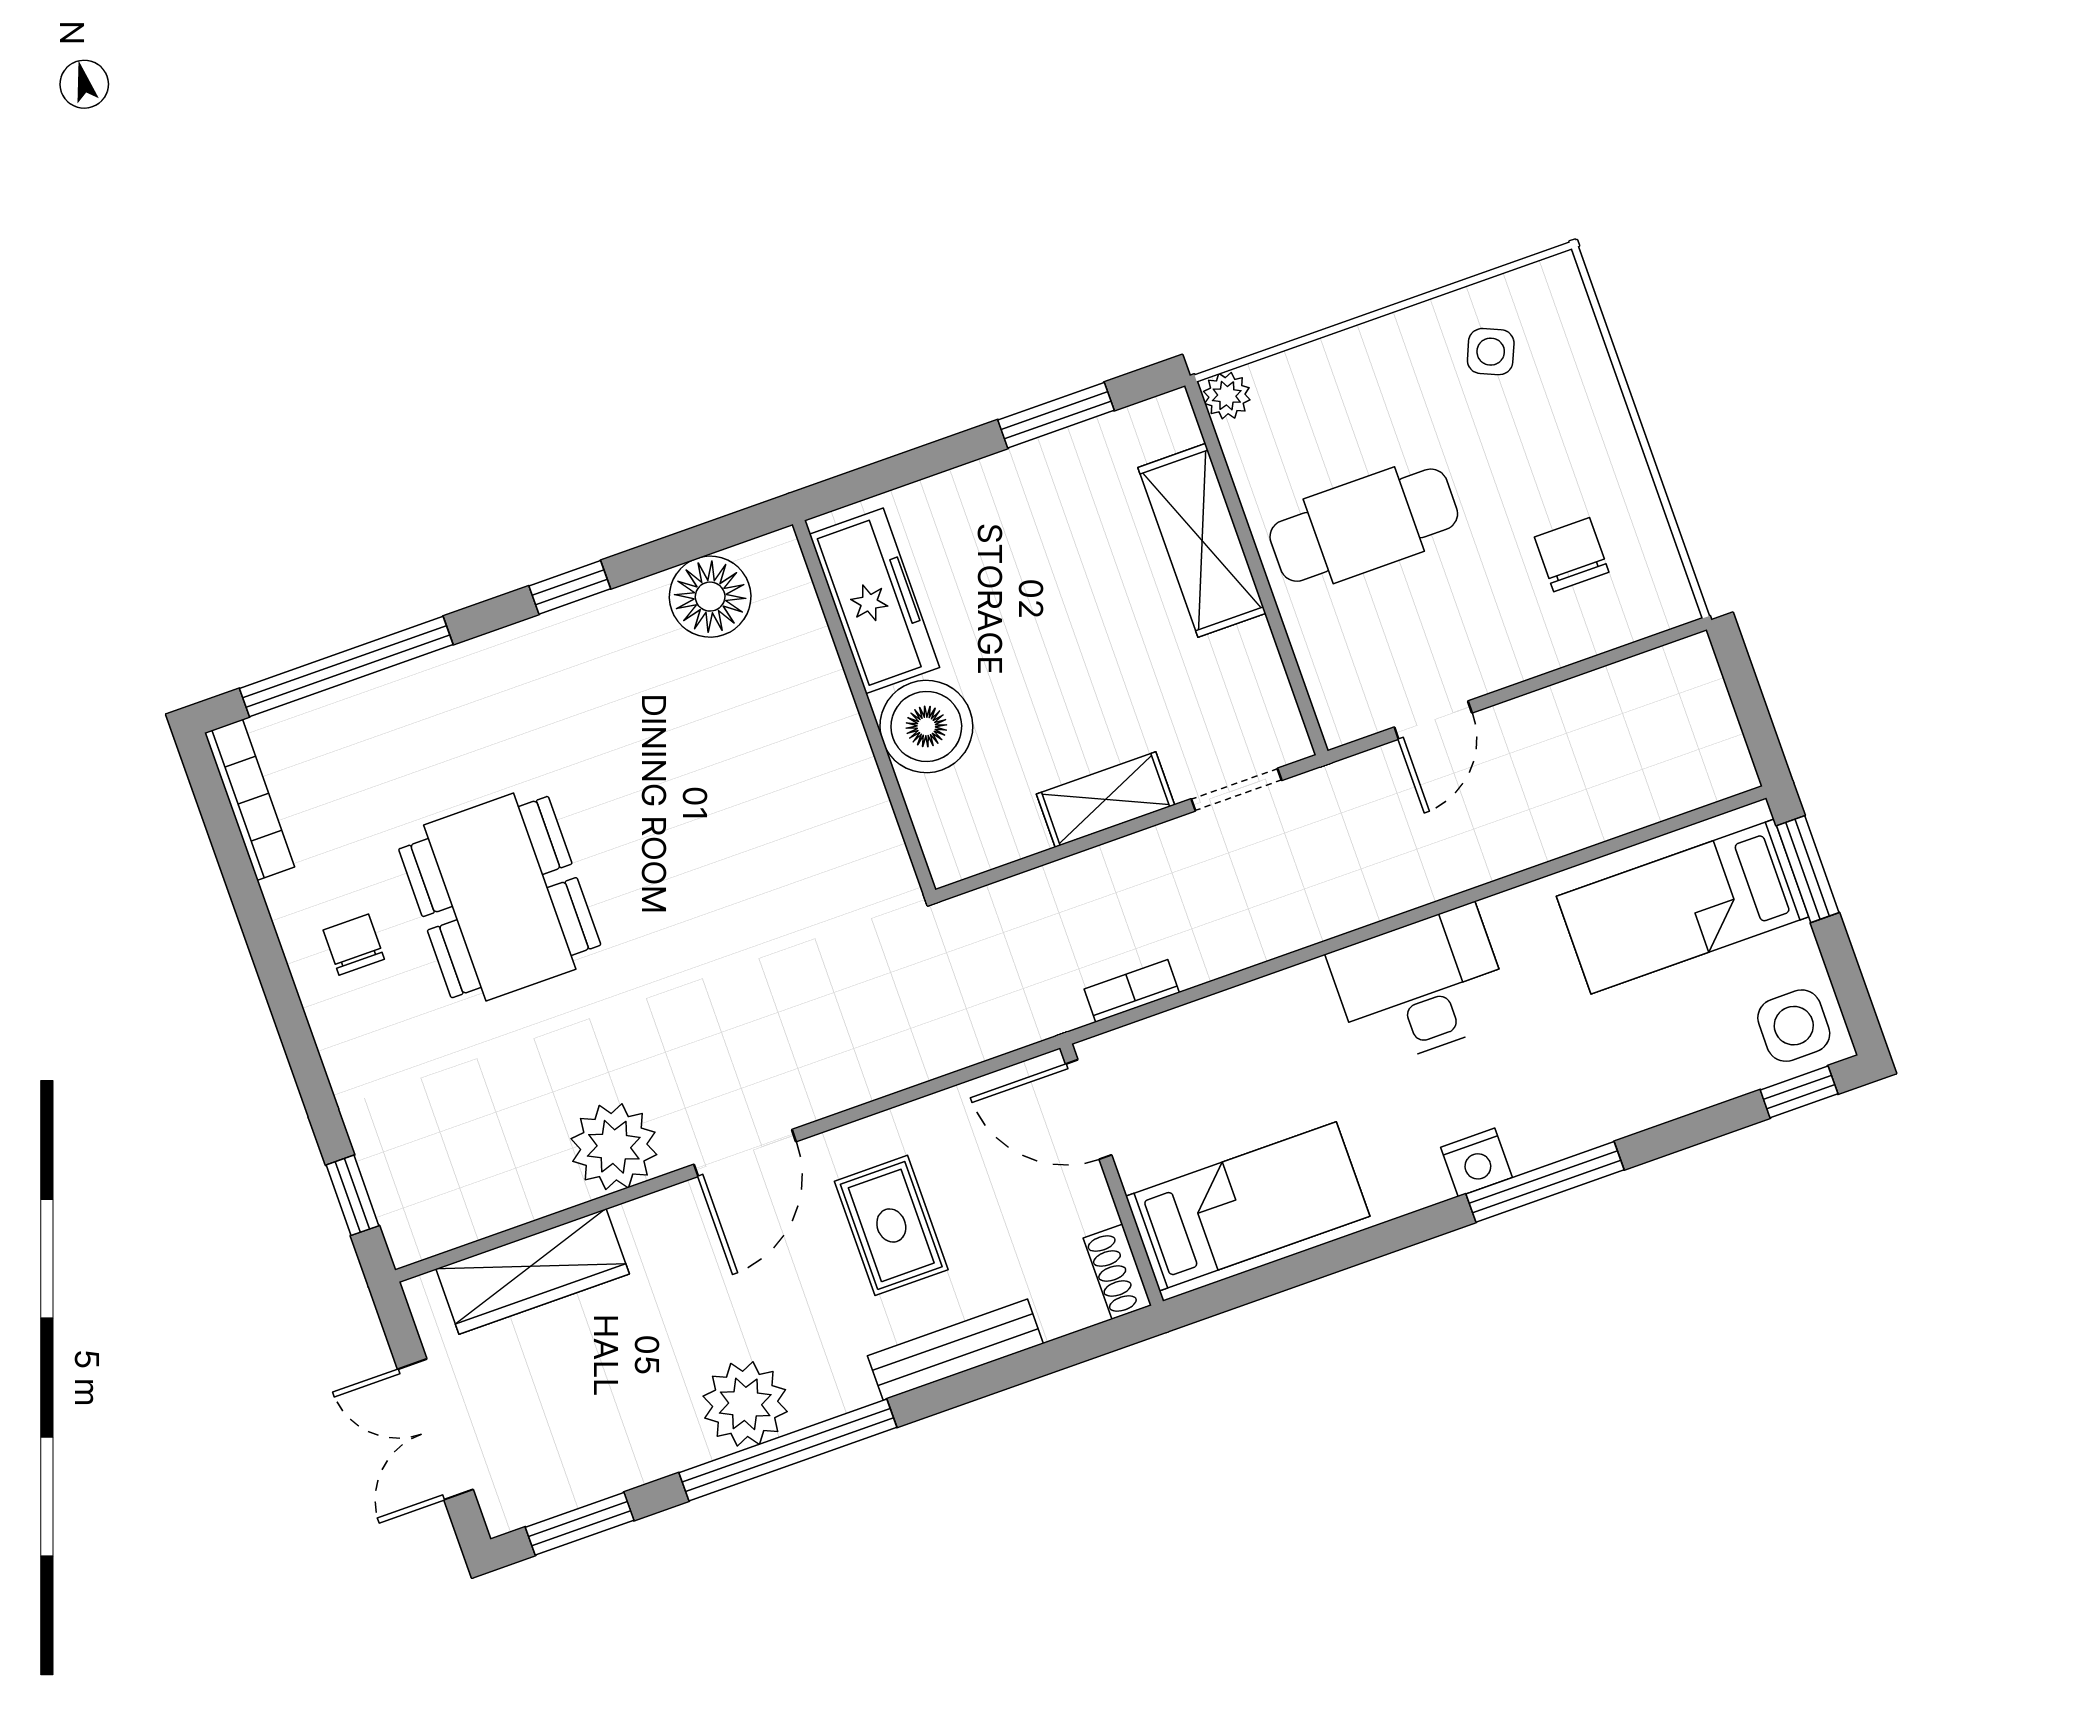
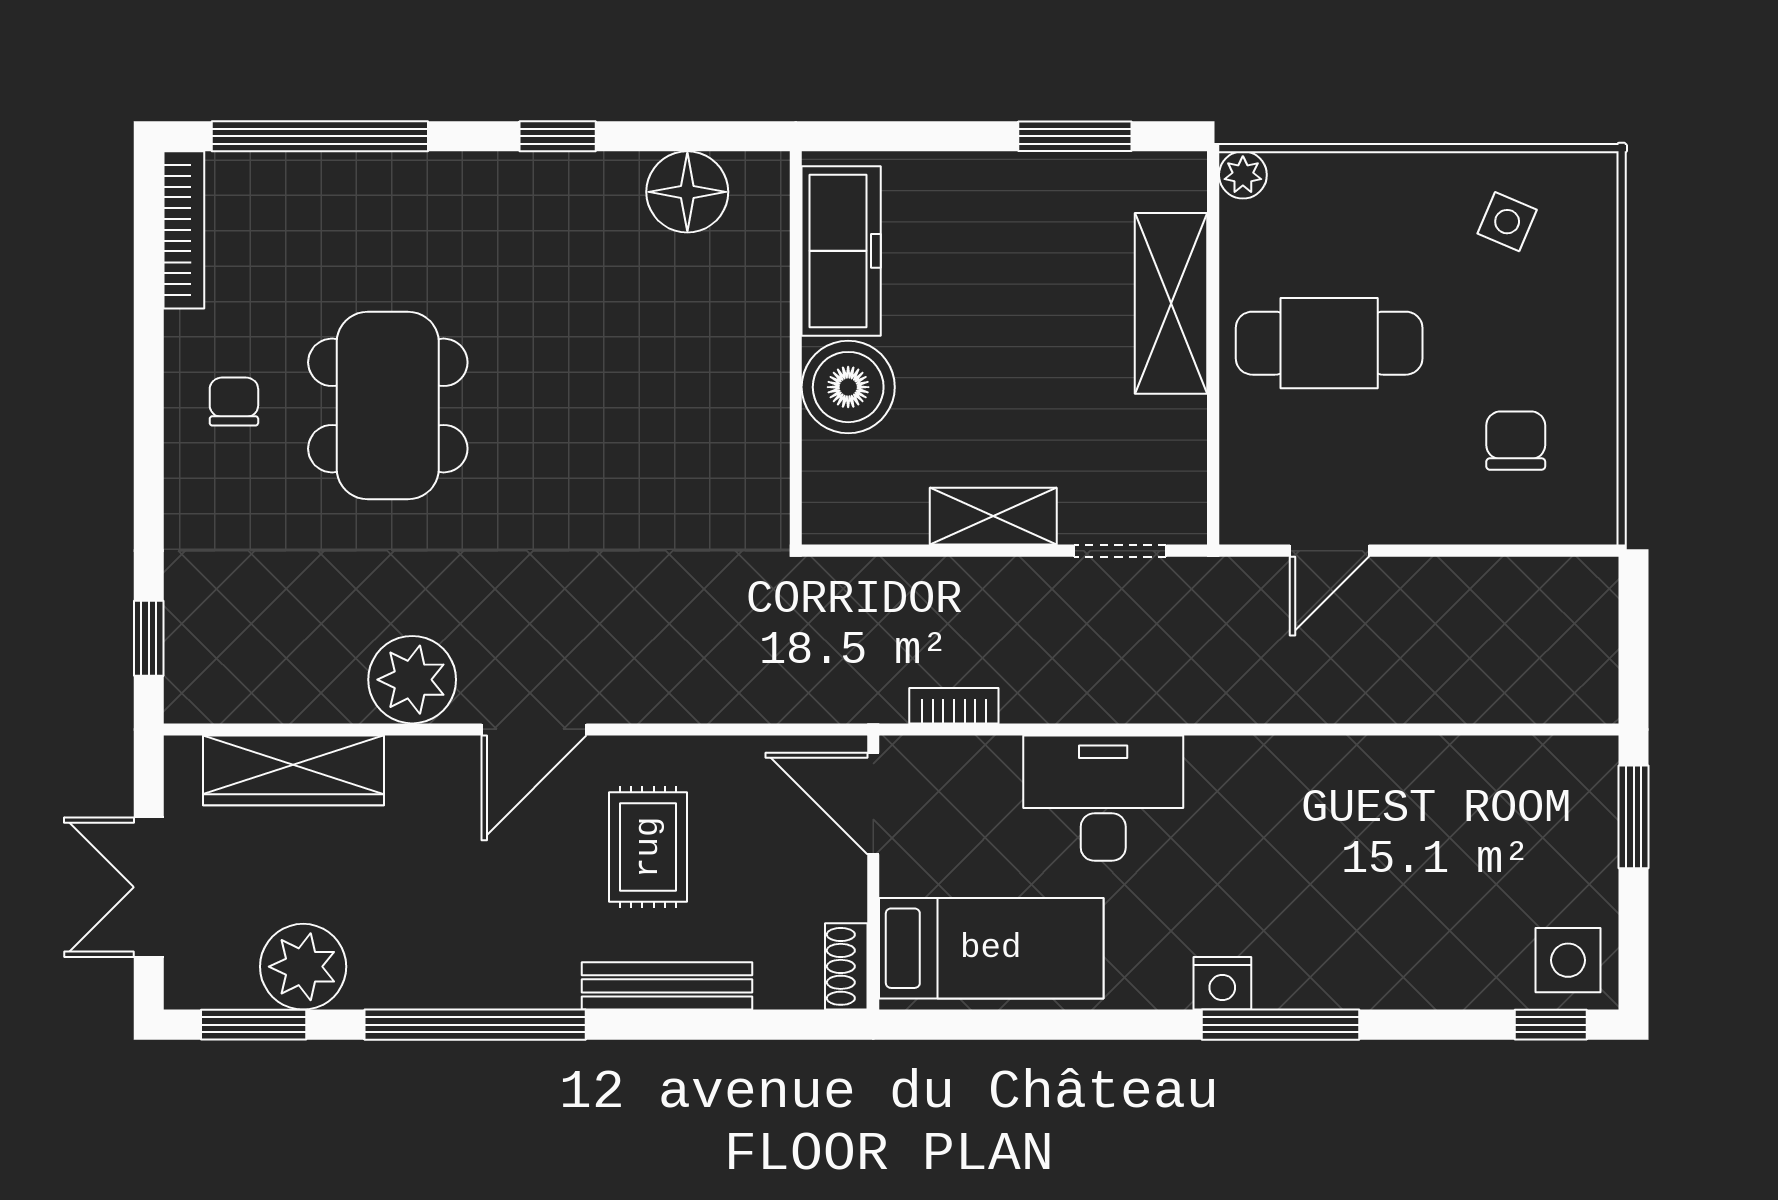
bed: (1683, 907) -> (1503, 810), removed
desk: (1421, 986) -> (1103, 798), moved
plant: (745, 1404) -> (303, 967), moved

